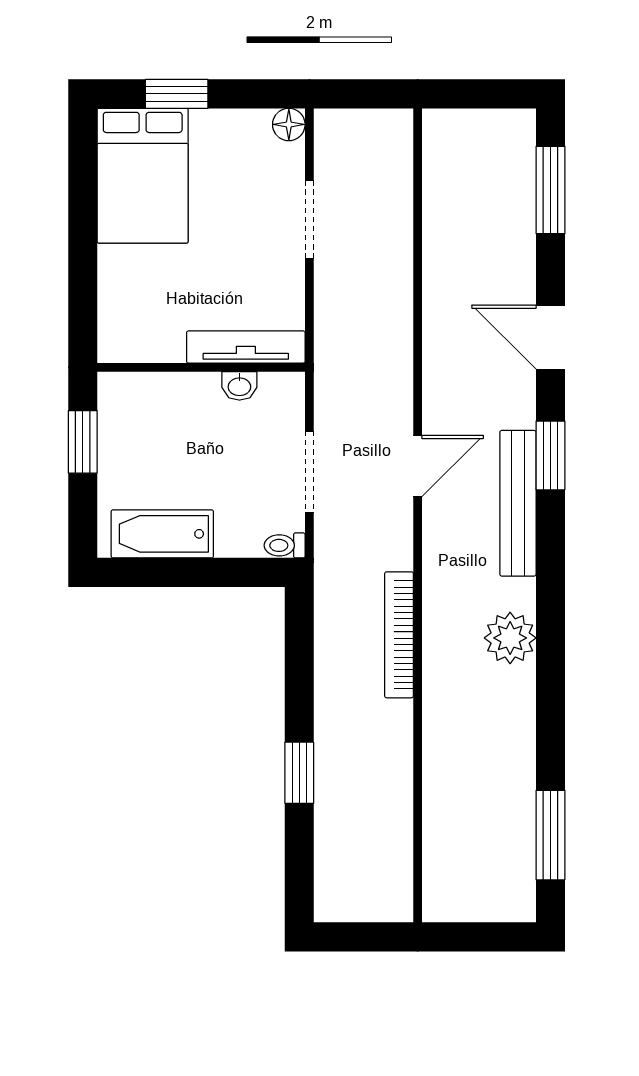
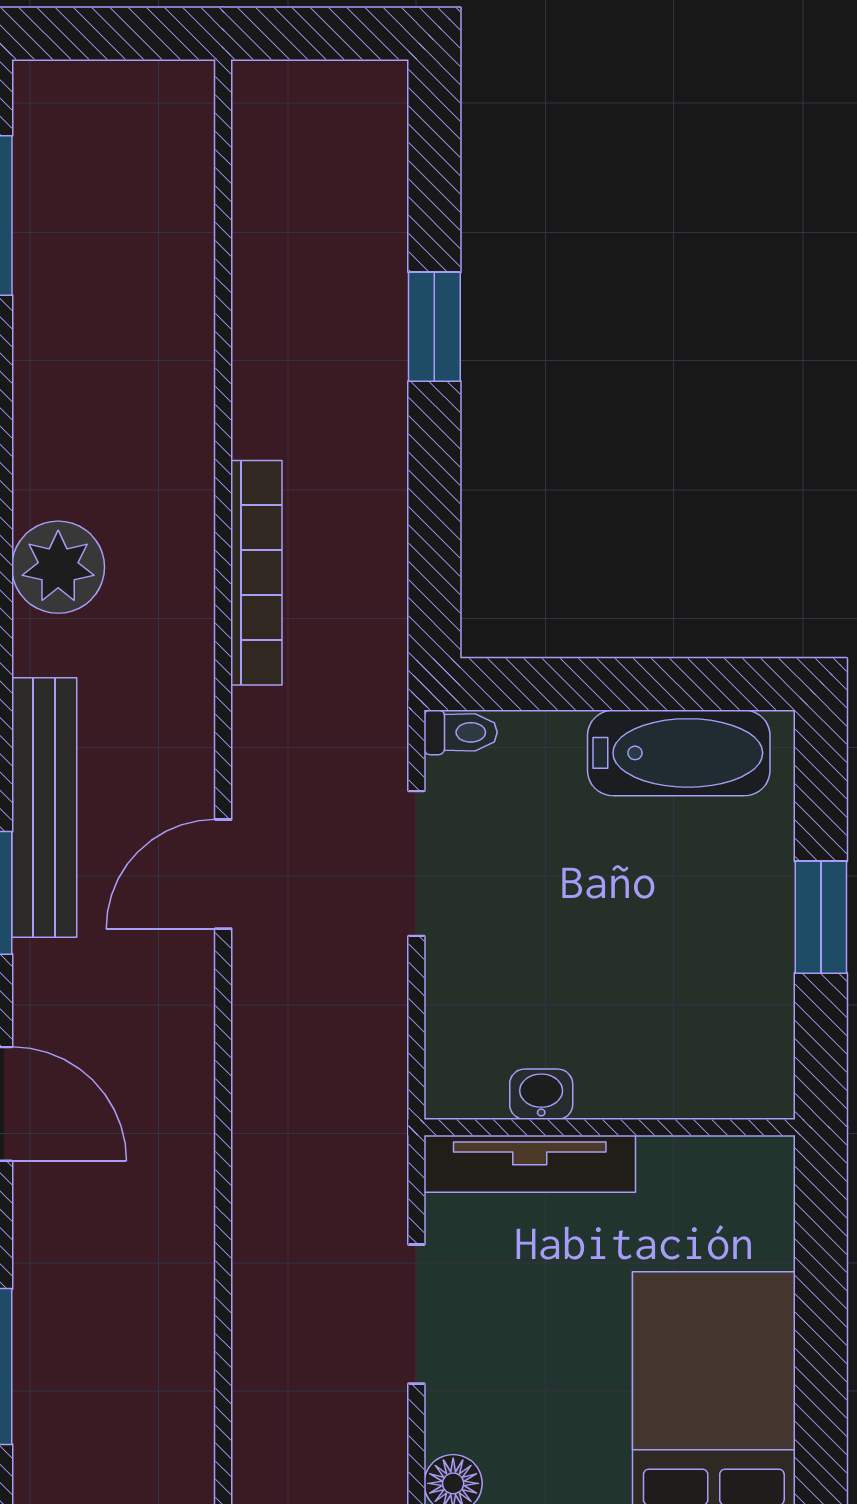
tv unit: (246, 347) -> (530, 1164), moved
wall: (201, 367) -> (610, 1127), moved
washbasin: (239, 386) -> (541, 1094), moved

